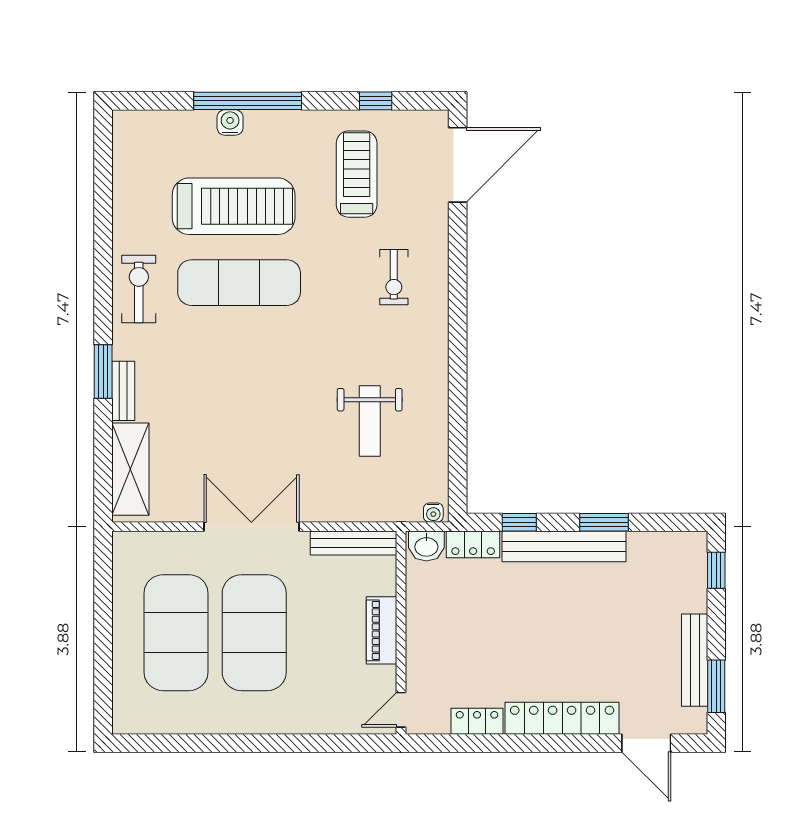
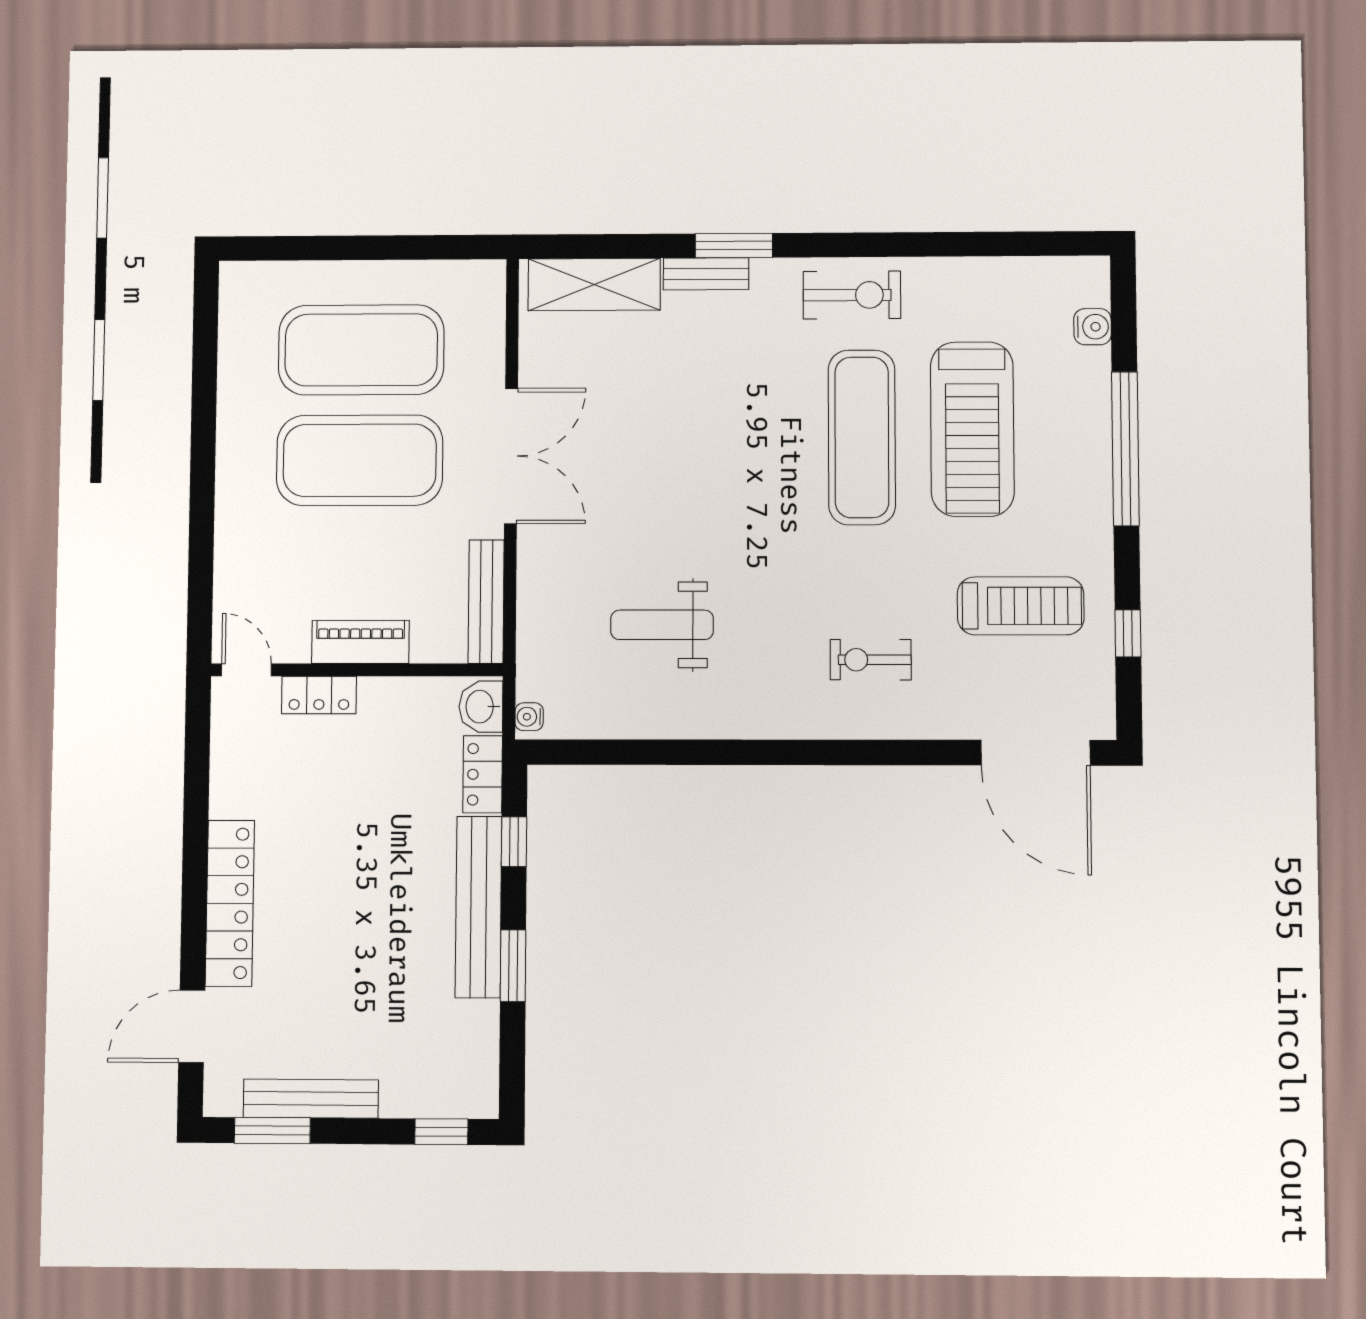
water cooler: (230, 122) -> (1093, 327), moved
locker: (477, 721) -> (319, 695), moved, turned 90

